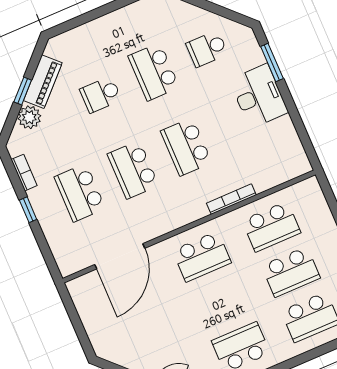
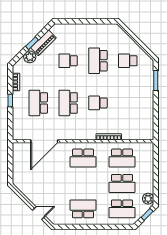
desk: (259, 96) -> (143, 94), removed
school desk: (186, 147) -> (98, 103), width x0.54

